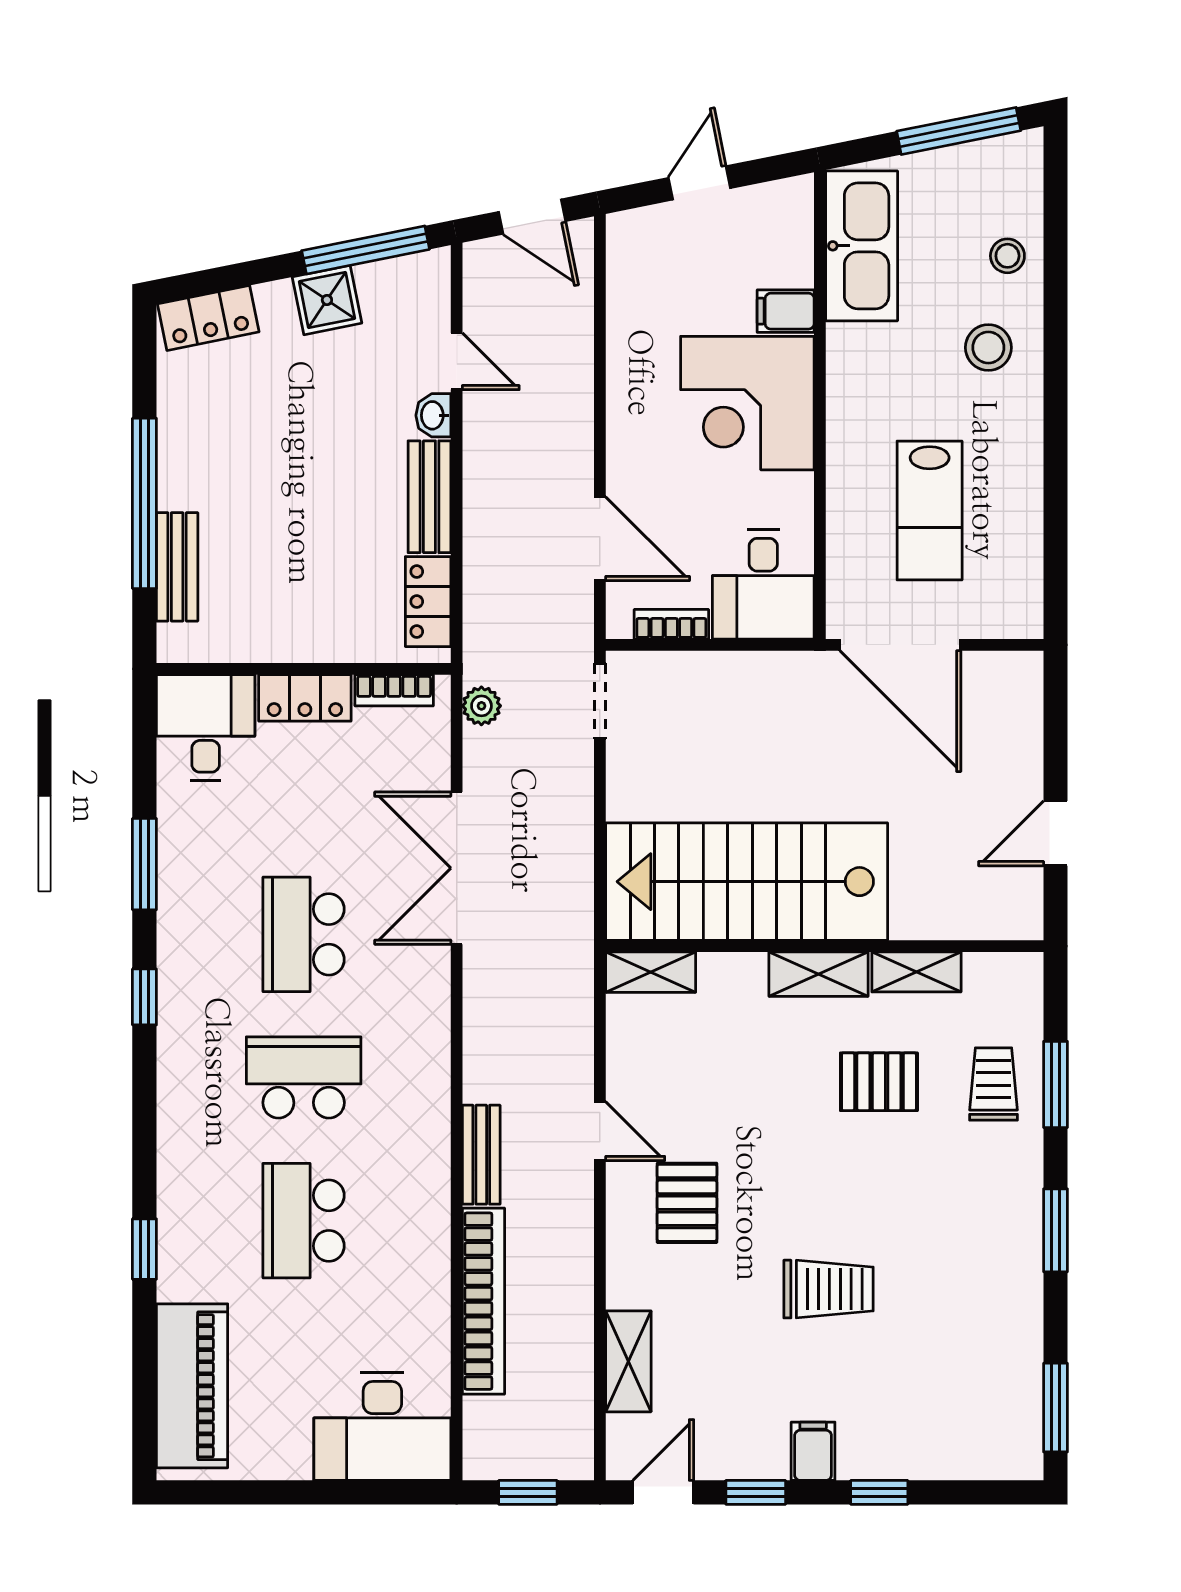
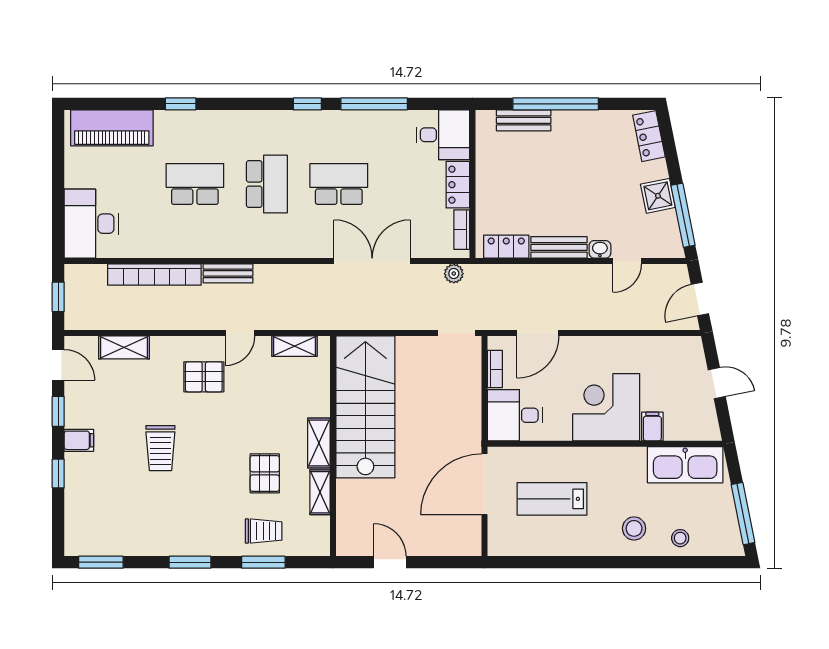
window: (144, 864) -> (374, 104), width x1.44
shelving: (651, 972) -> (294, 346), moved, turned 90

